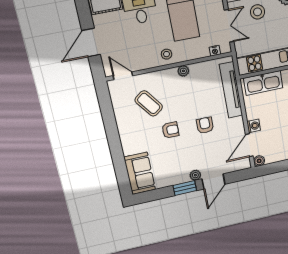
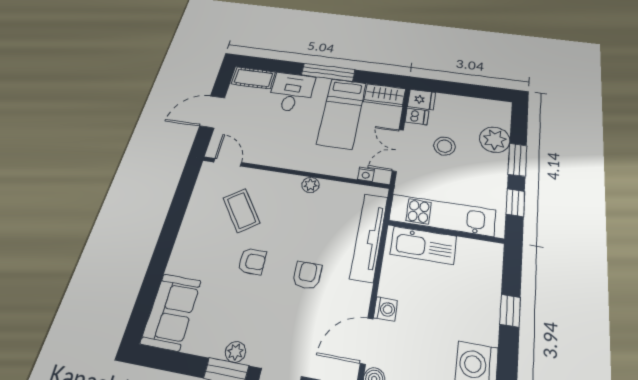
double door: (229, 26) -> (398, 150), swing flipped
stool: (167, 54) -> (298, 156), removed
plant: (195, 175) -> (235, 352), moved

